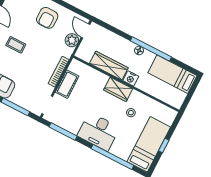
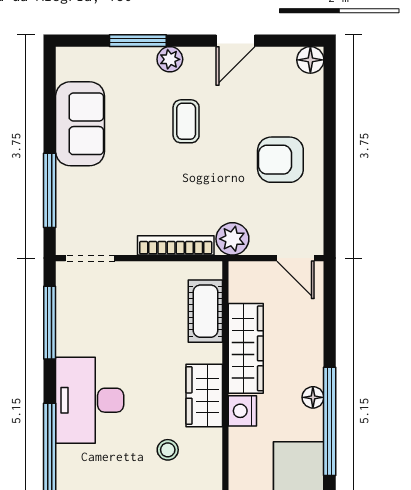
door: (85, 31) -> (295, 258), swing flipped
plant: (72, 40) -> (232, 239), moved
cot: (67, 84) -> (205, 311), moved, turned 90

